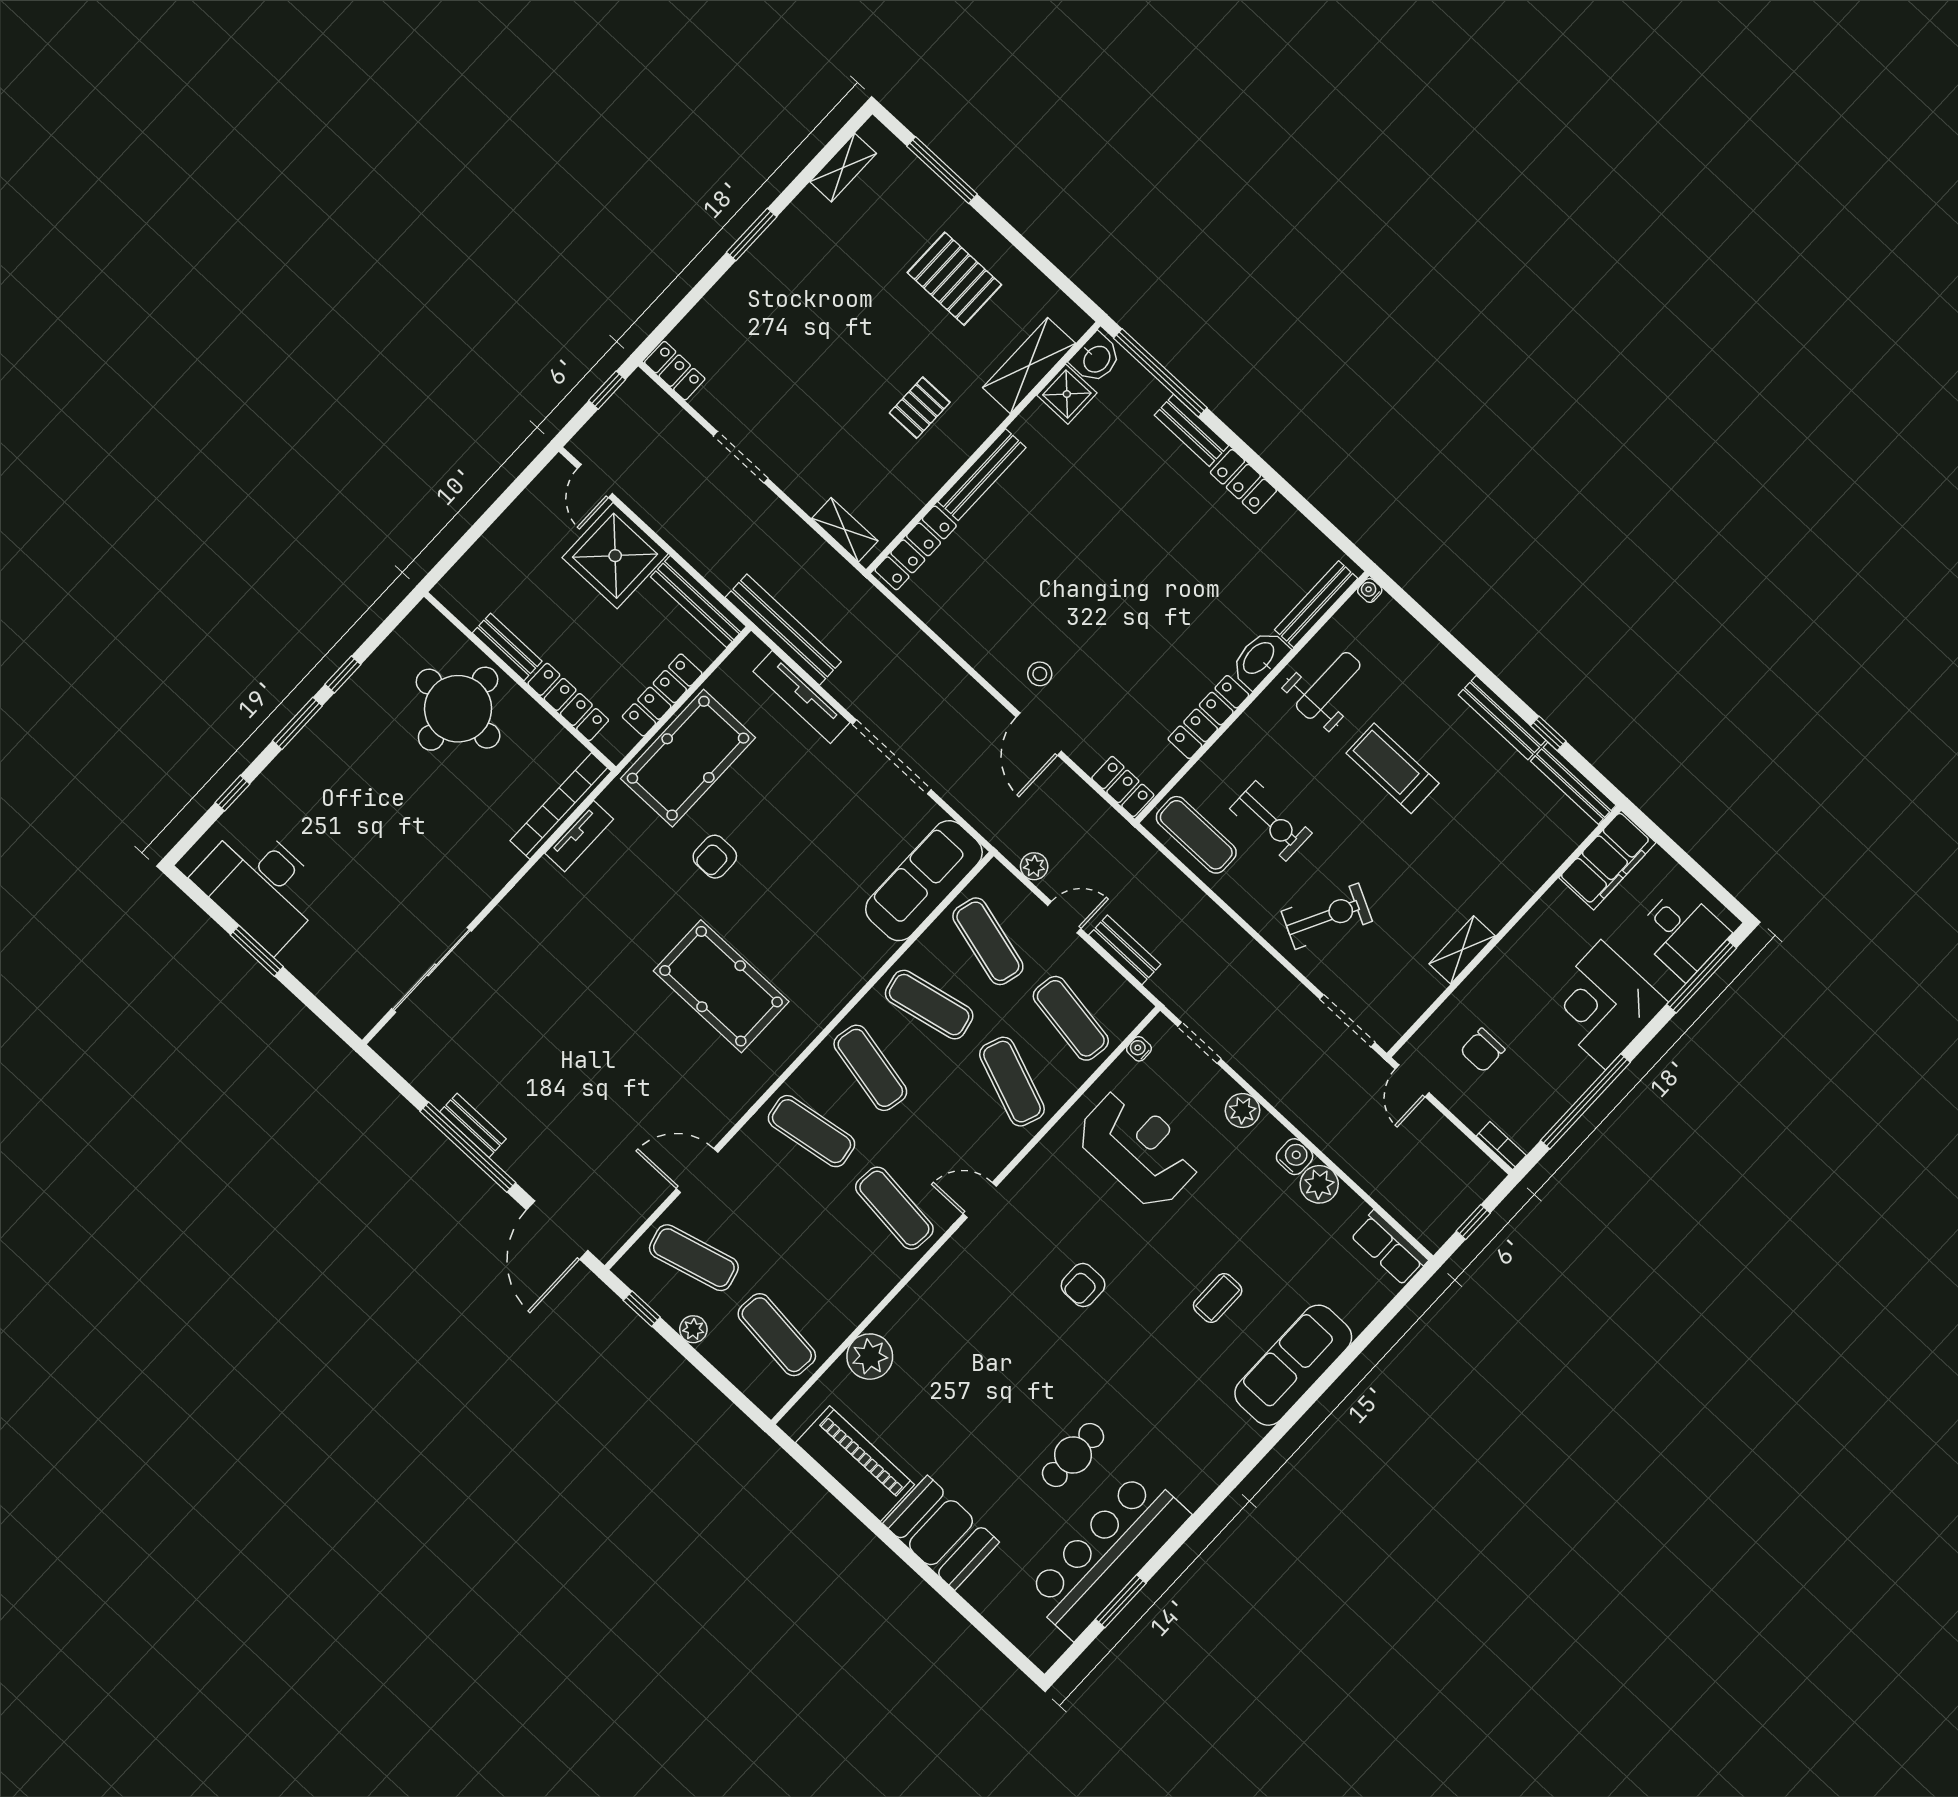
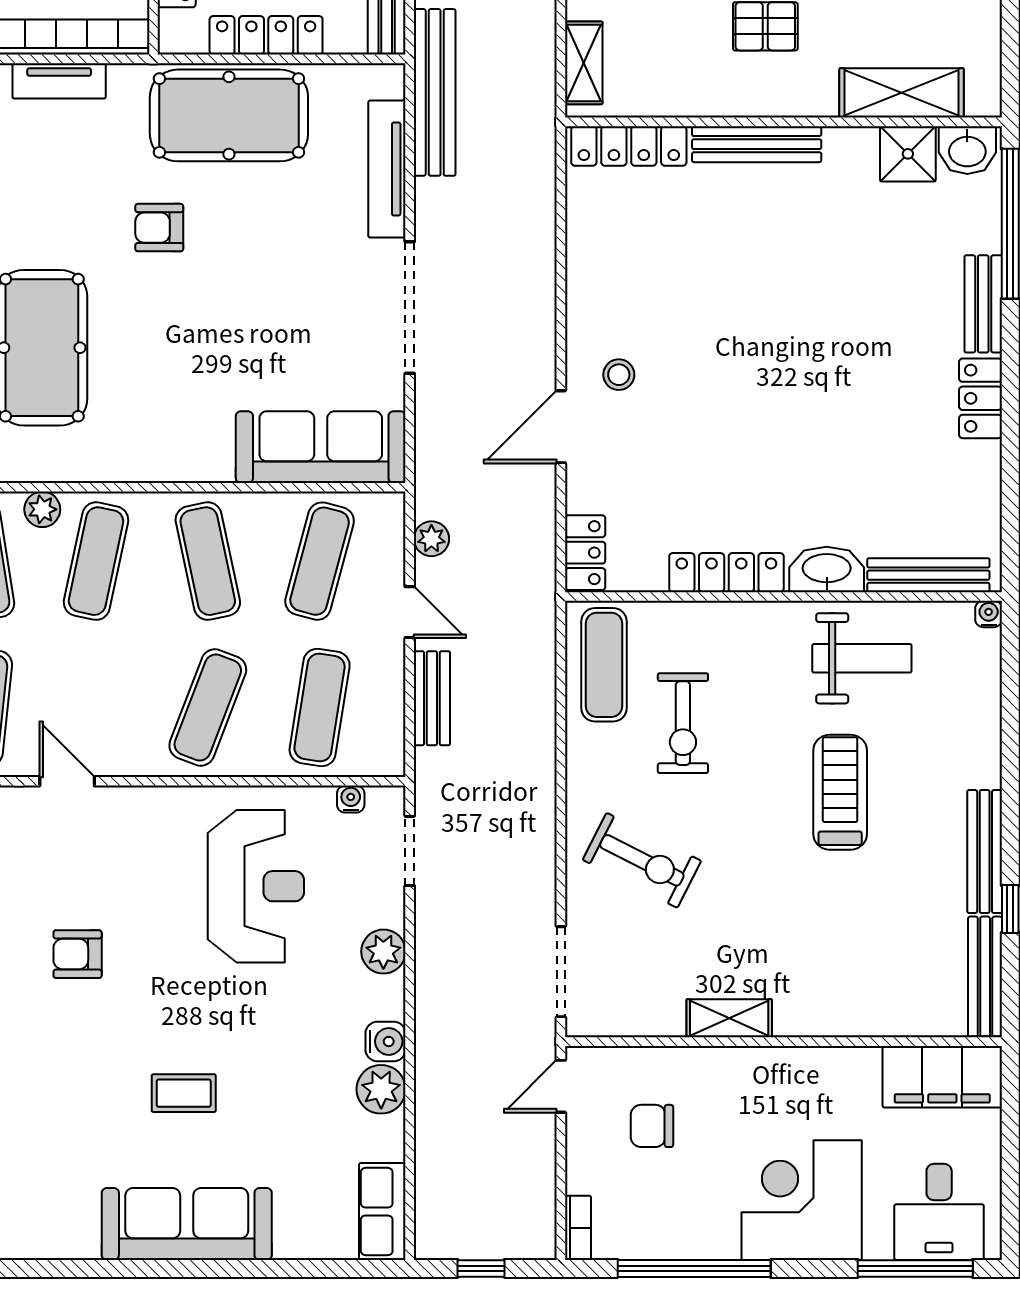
plant: (813, 1071) -> (42, 509), added

